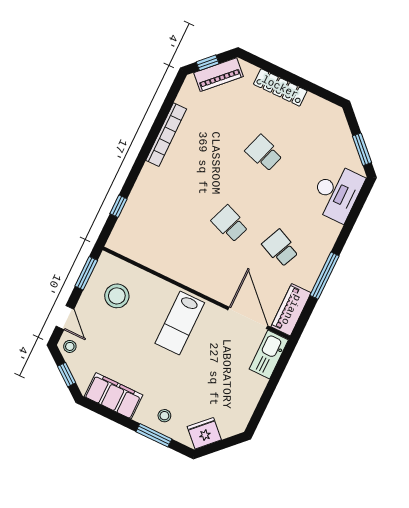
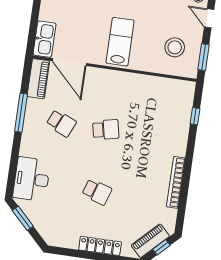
school desk: (230, 224) -> (106, 130), turned -33

